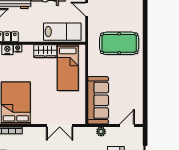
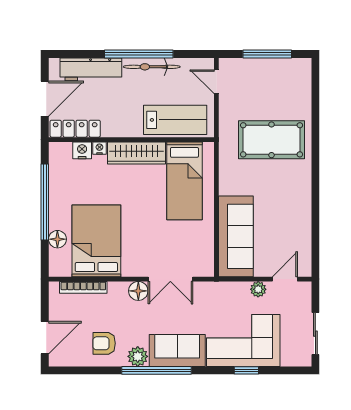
wardrobe: (45, 51) -> (136, 153), width x1.50
plant: (101, 132) -> (258, 289), moved
floor lamp: (41, 133) -> (138, 291), added

